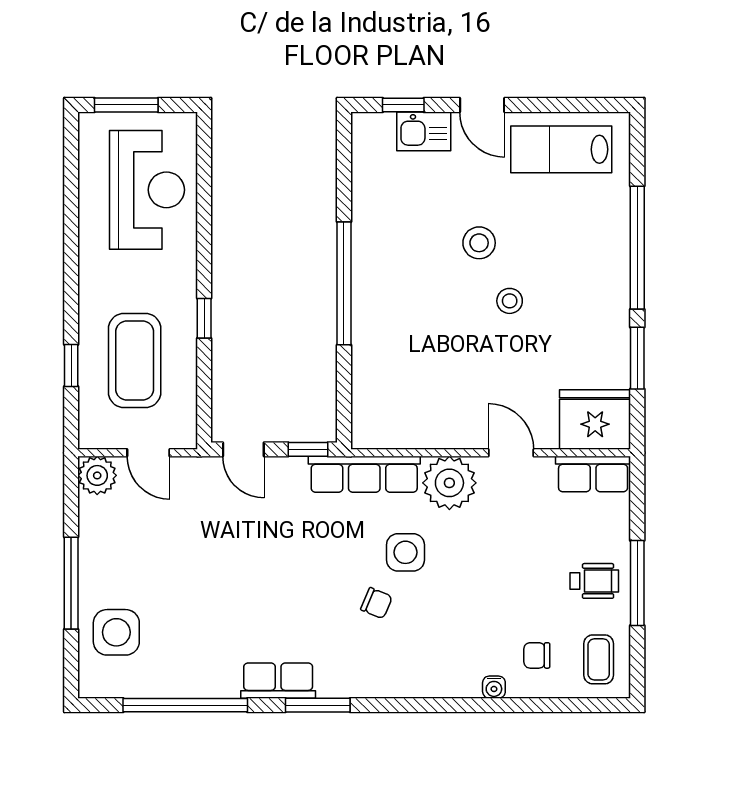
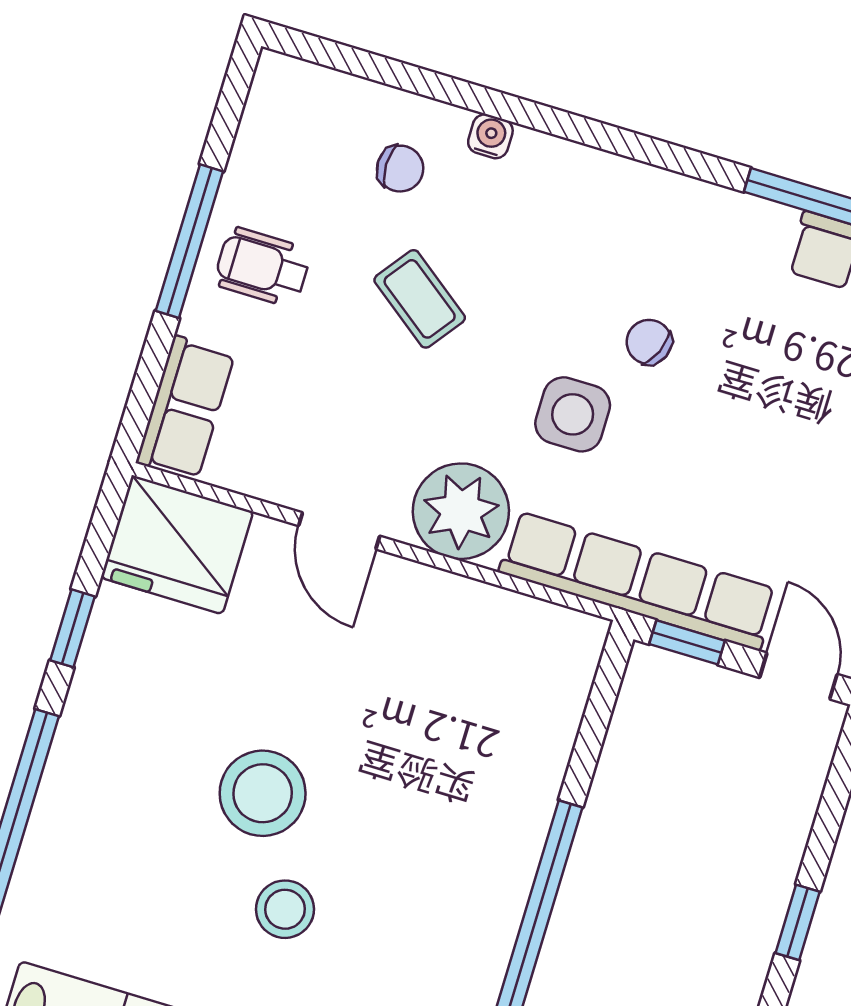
stool: (510, 301) -> (263, 793), width x1.89, depth x1.89
window: (637, 358) -> (73, 628), width x0.67
row of seats: (364, 474) -> (638, 581), width x1.36
row of seats: (593, 474) -> (185, 408), moved, turned 90
coffee table: (599, 659) -> (420, 299), moved, turned -53

